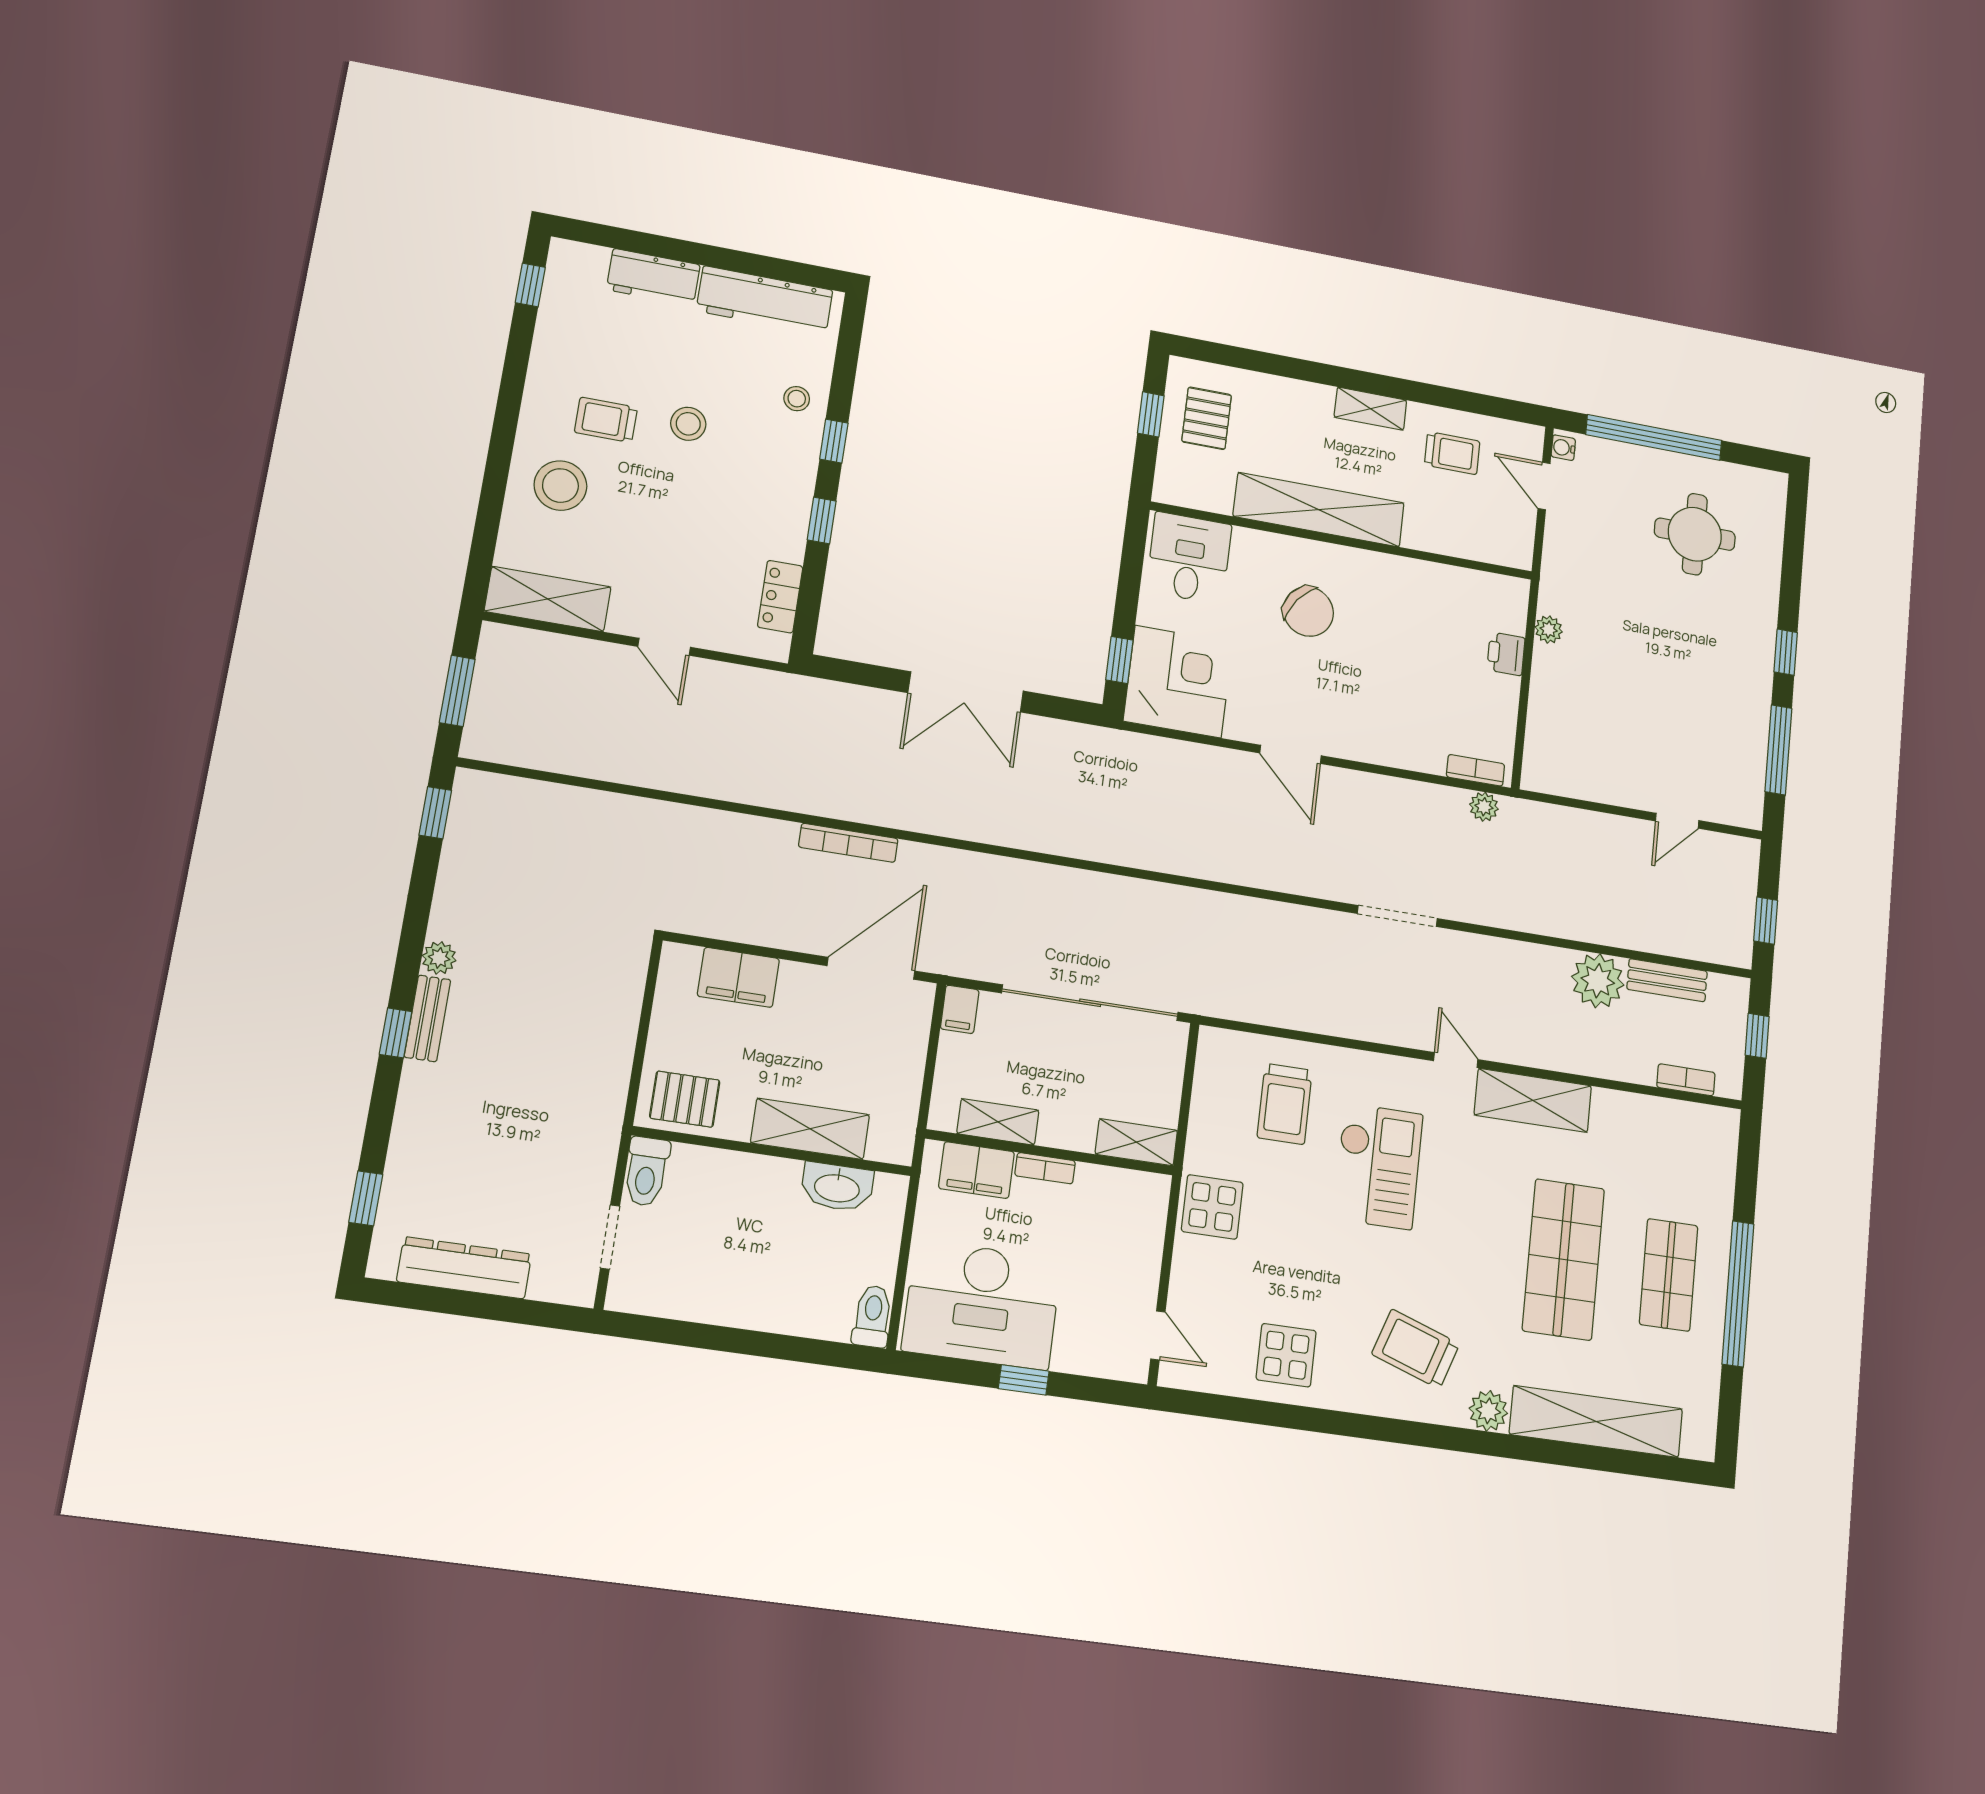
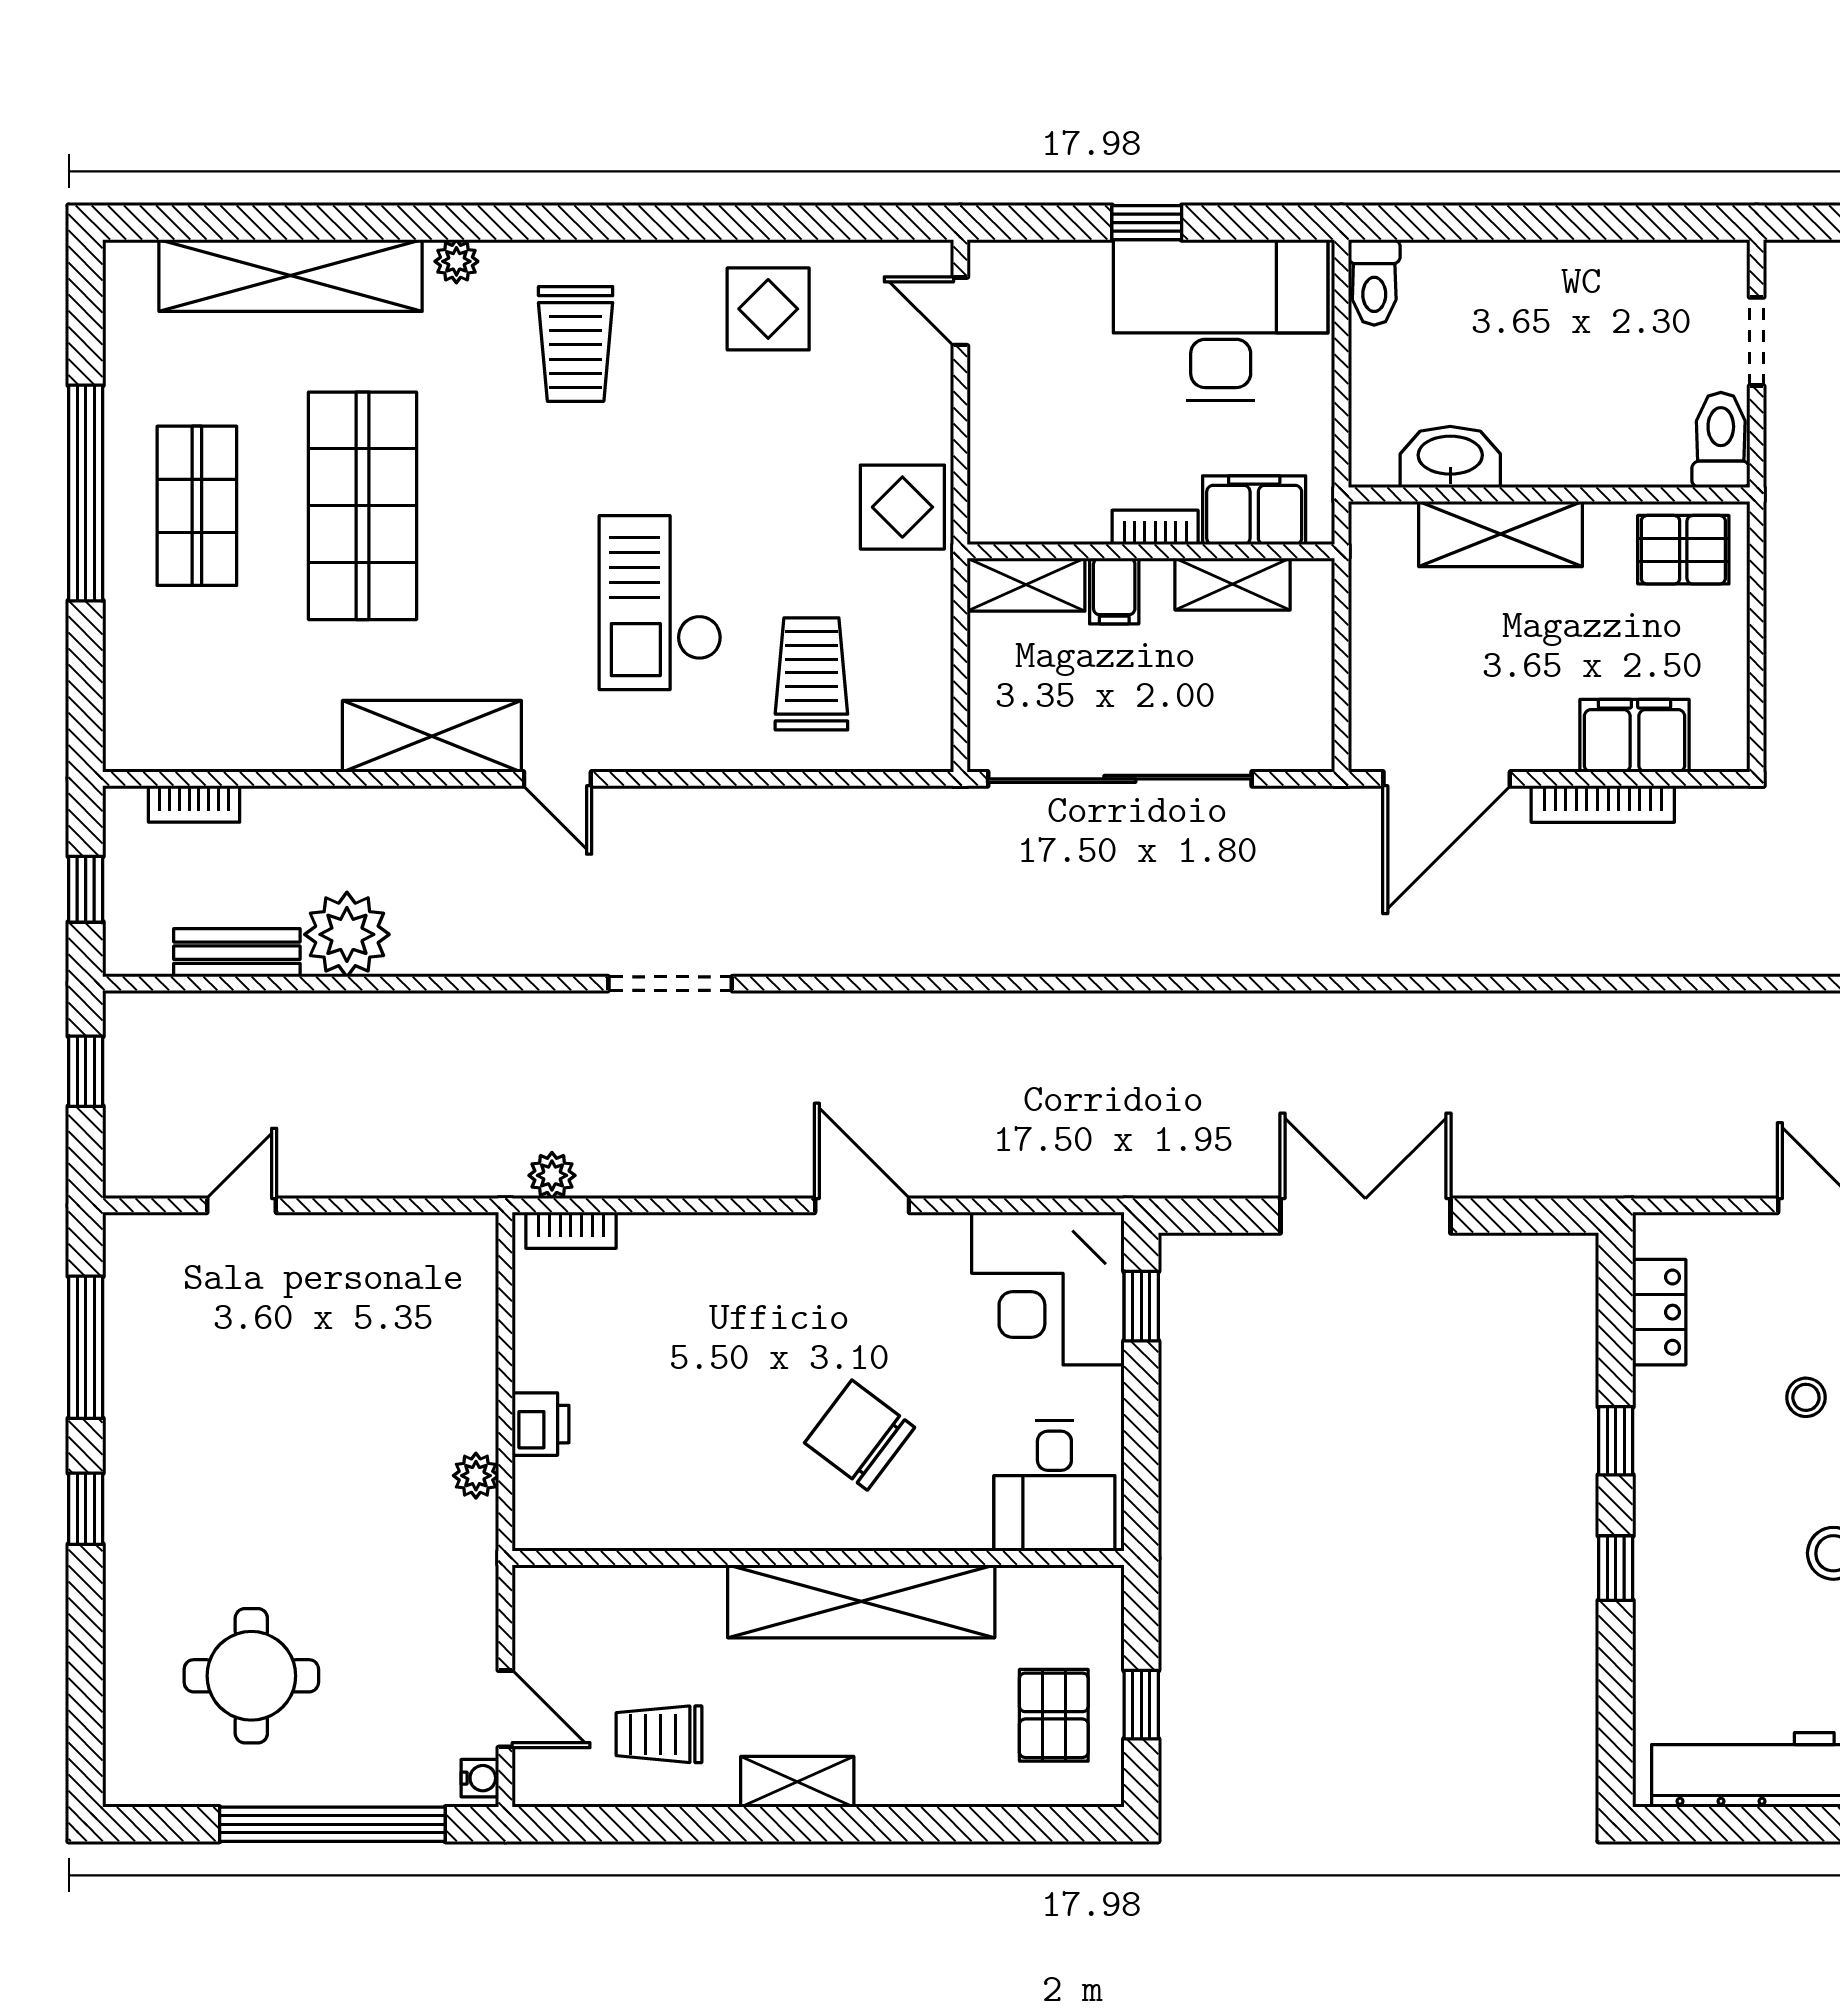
stool: (797, 399) -> (1806, 1397), moved
bookcase: (848, 843) -> (1603, 804), moved, turned 180
filing cabinet: (960, 1009) -> (1114, 591), moved, turned 180
trolley: (1416, 1349) -> (576, 344), turned 71
plant: (1488, 1411) -> (456, 261), width x0.73, depth x0.73

